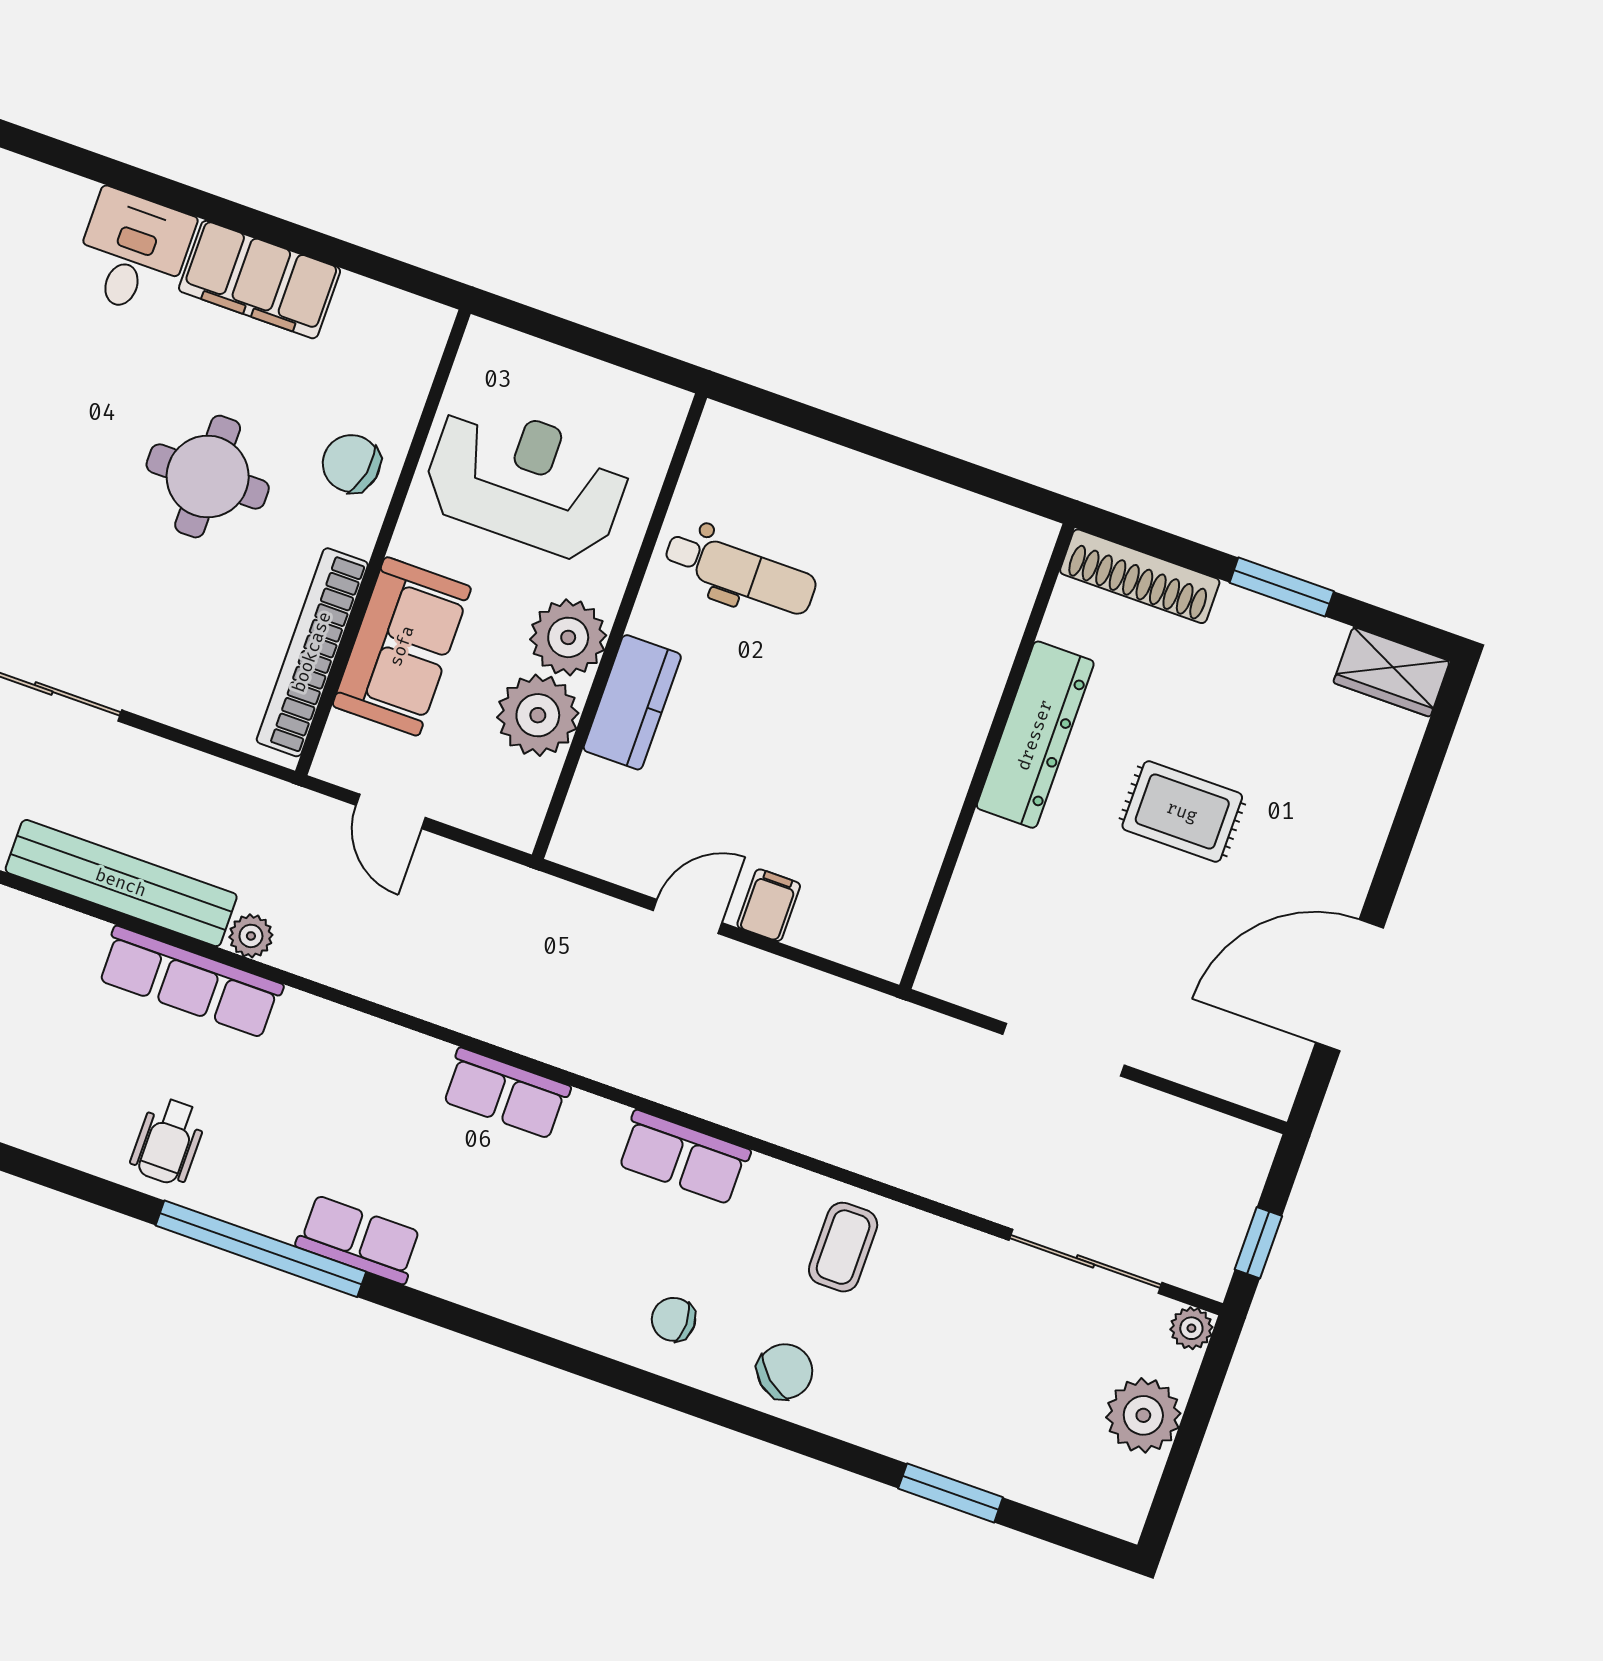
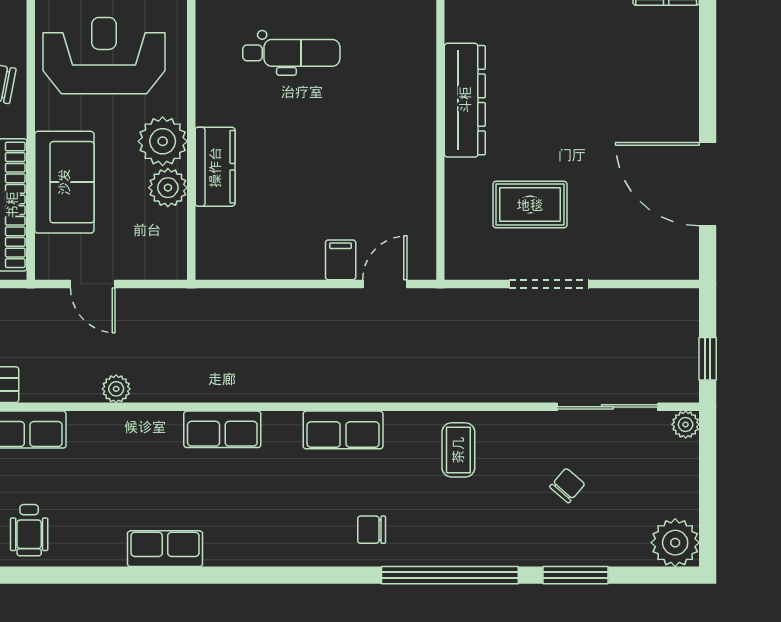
dental chair: (740, 572) -> (291, 53), moved
plant: (538, 715) -> (168, 188), width x0.73, depth x0.73
rug: (1182, 812) -> (530, 205), moved
door: (688, 917) -> (385, 284), moved
plant: (251, 936) -> (116, 389), moved
door: (1349, 985) -> (708, 184), hinge flipped
window: (261, 1249) -> (450, 575), moved
chair: (785, 1371) -> (567, 485), moved, width x0.73, depth x0.73
plant: (1143, 1415) -> (675, 543), moved

